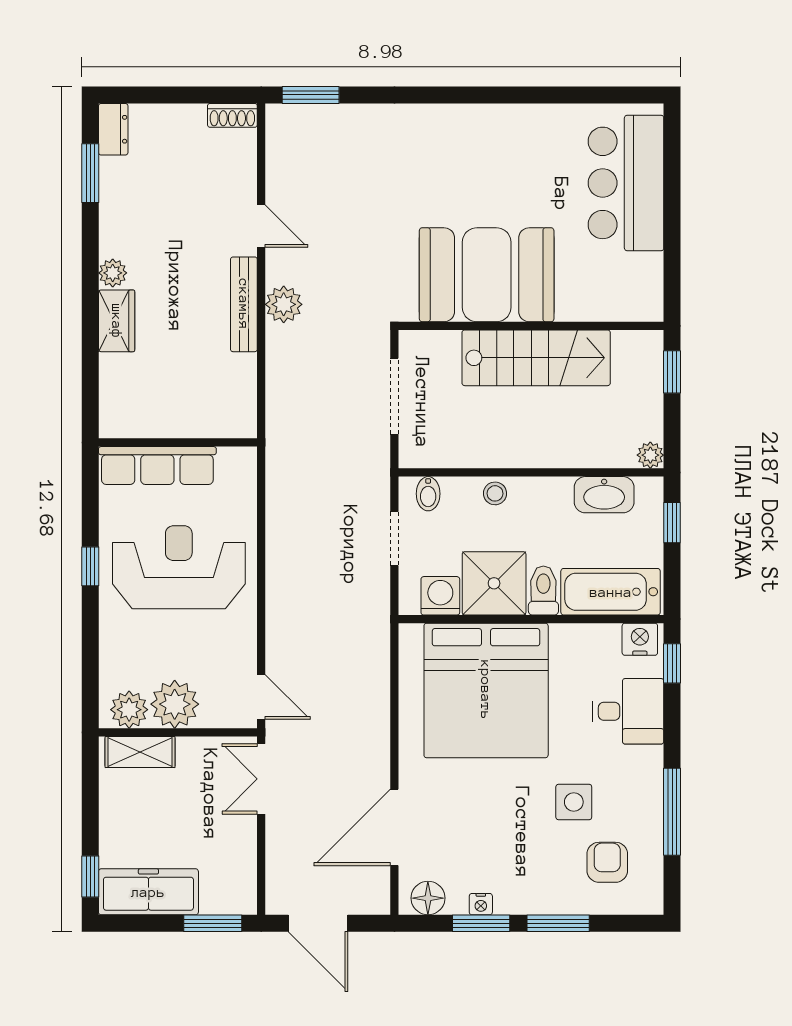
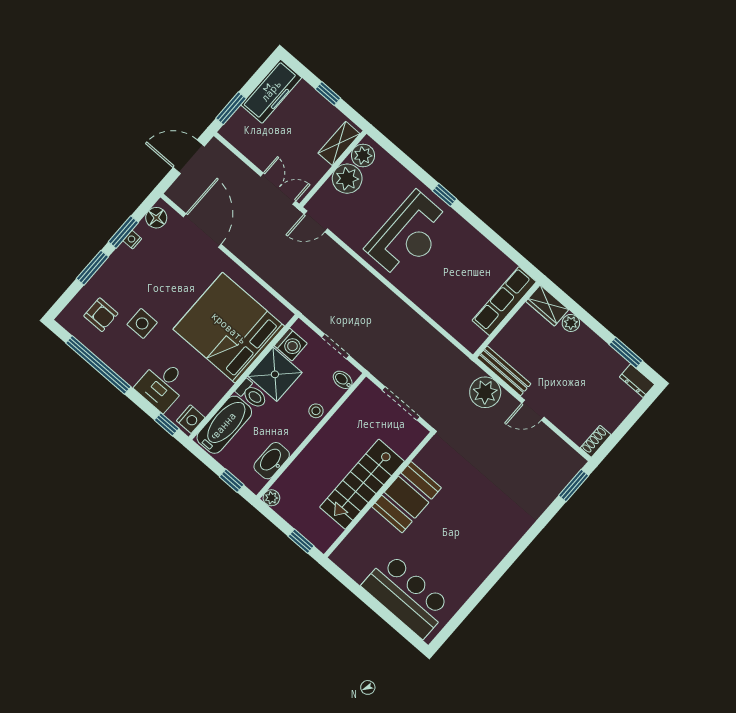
booth: (487, 275) -> (407, 497), width x0.73, depth x0.70
plant: (284, 304) -> (485, 392), width x1.36, depth x1.36
wall: (178, 442) -> (507, 320), moved
row of seats: (157, 465) -> (504, 301), moved
window: (672, 812) -> (98, 365), width x1.46
window: (90, 876) -> (328, 94), moved

